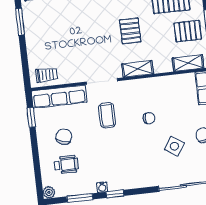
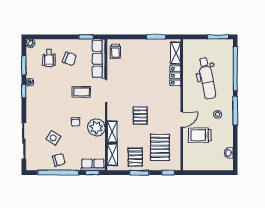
pallet: (130, 31) -> (140, 116), turned 90
shelving: (138, 69) -> (112, 132), moved
plant: (153, 89) -> (96, 127), added

